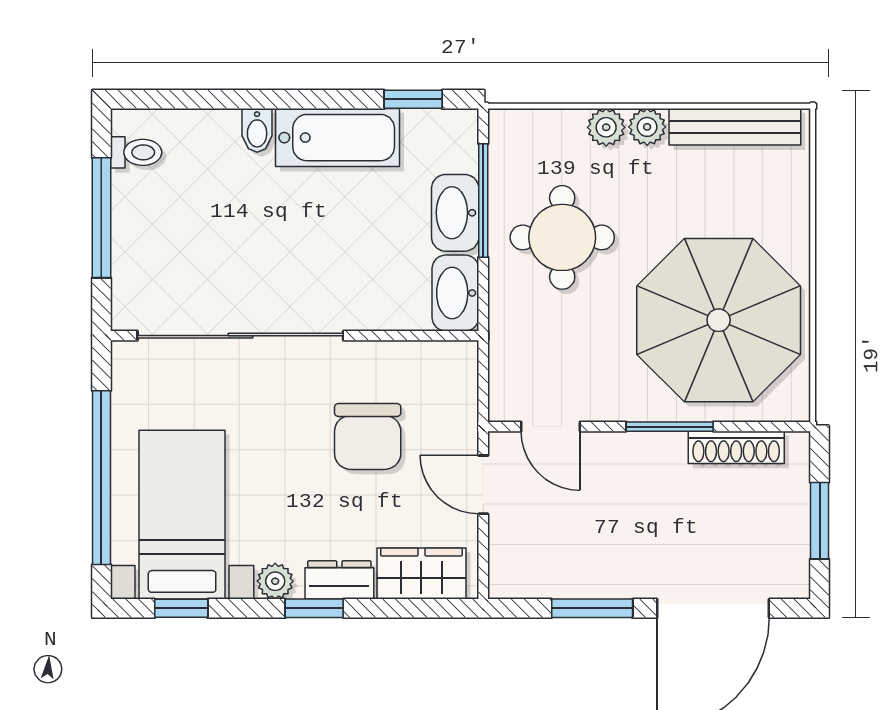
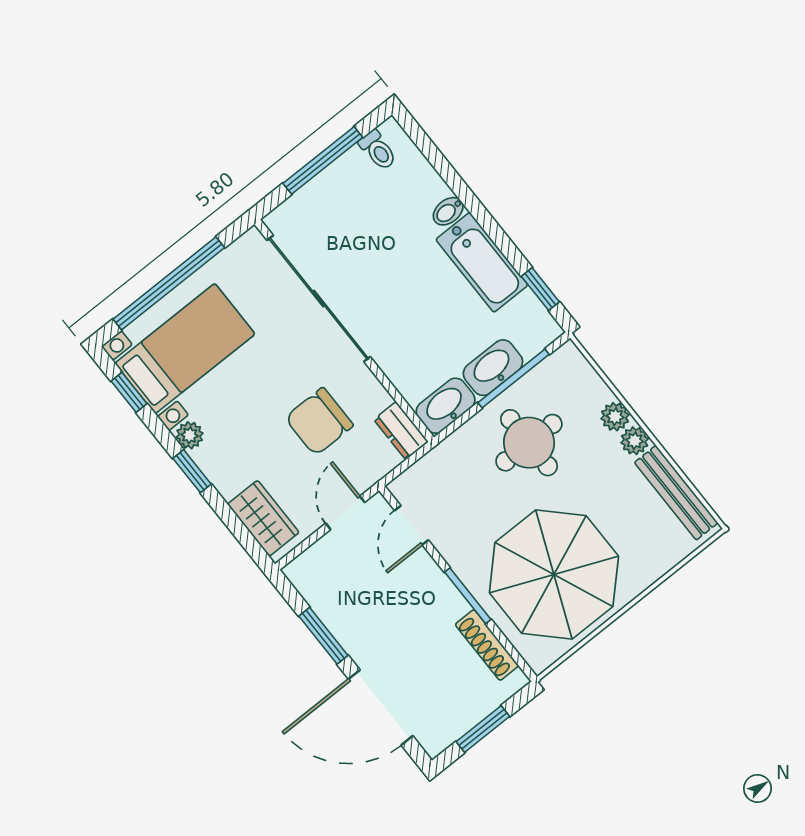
dresser: (339, 580) -> (401, 431), moved, turned 180

